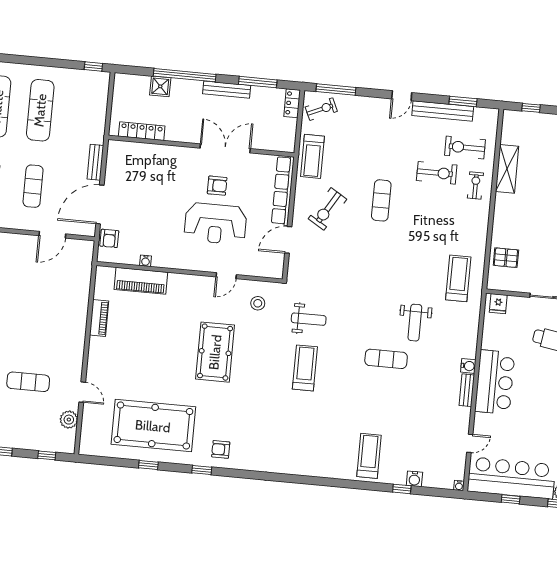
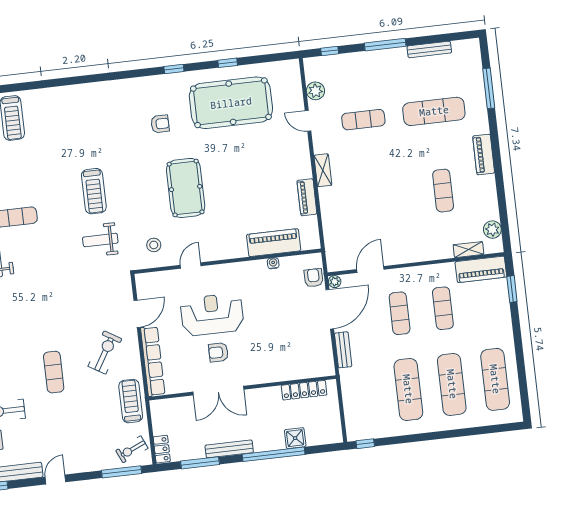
plant: (90, 230) -> (335, 282), added
shelving: (78, 341) -> (323, 170), added
armchair: (221, 449) -> (160, 124), moved

